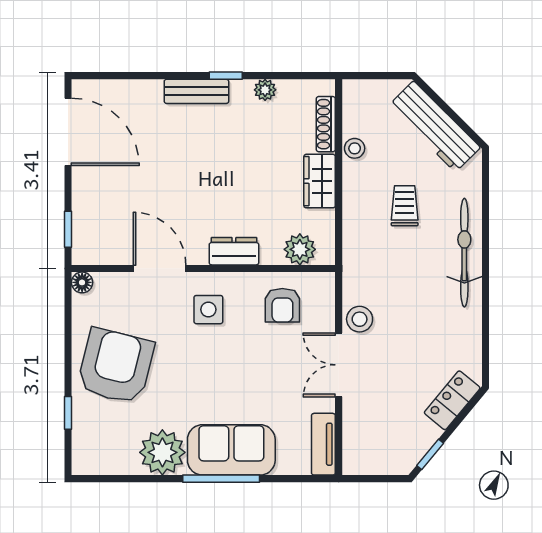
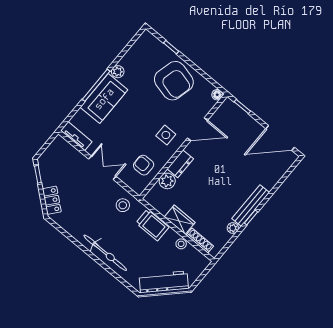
bench: (196, 91) -> (251, 205), width x1.36
trolley: (405, 206) -> (152, 225), moved, width x1.36, depth x1.39
plant: (300, 249) -> (167, 181), moved
stool: (360, 319) -> (123, 205), moved
plant: (162, 452) -> (118, 72), width x0.53, depth x0.53

